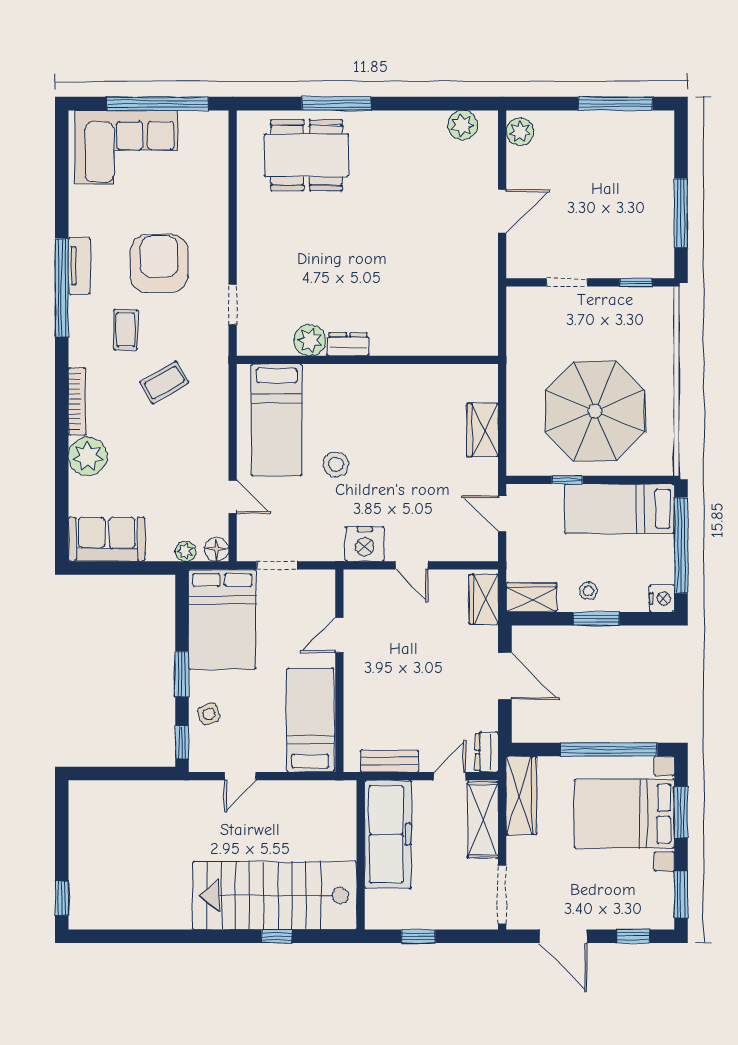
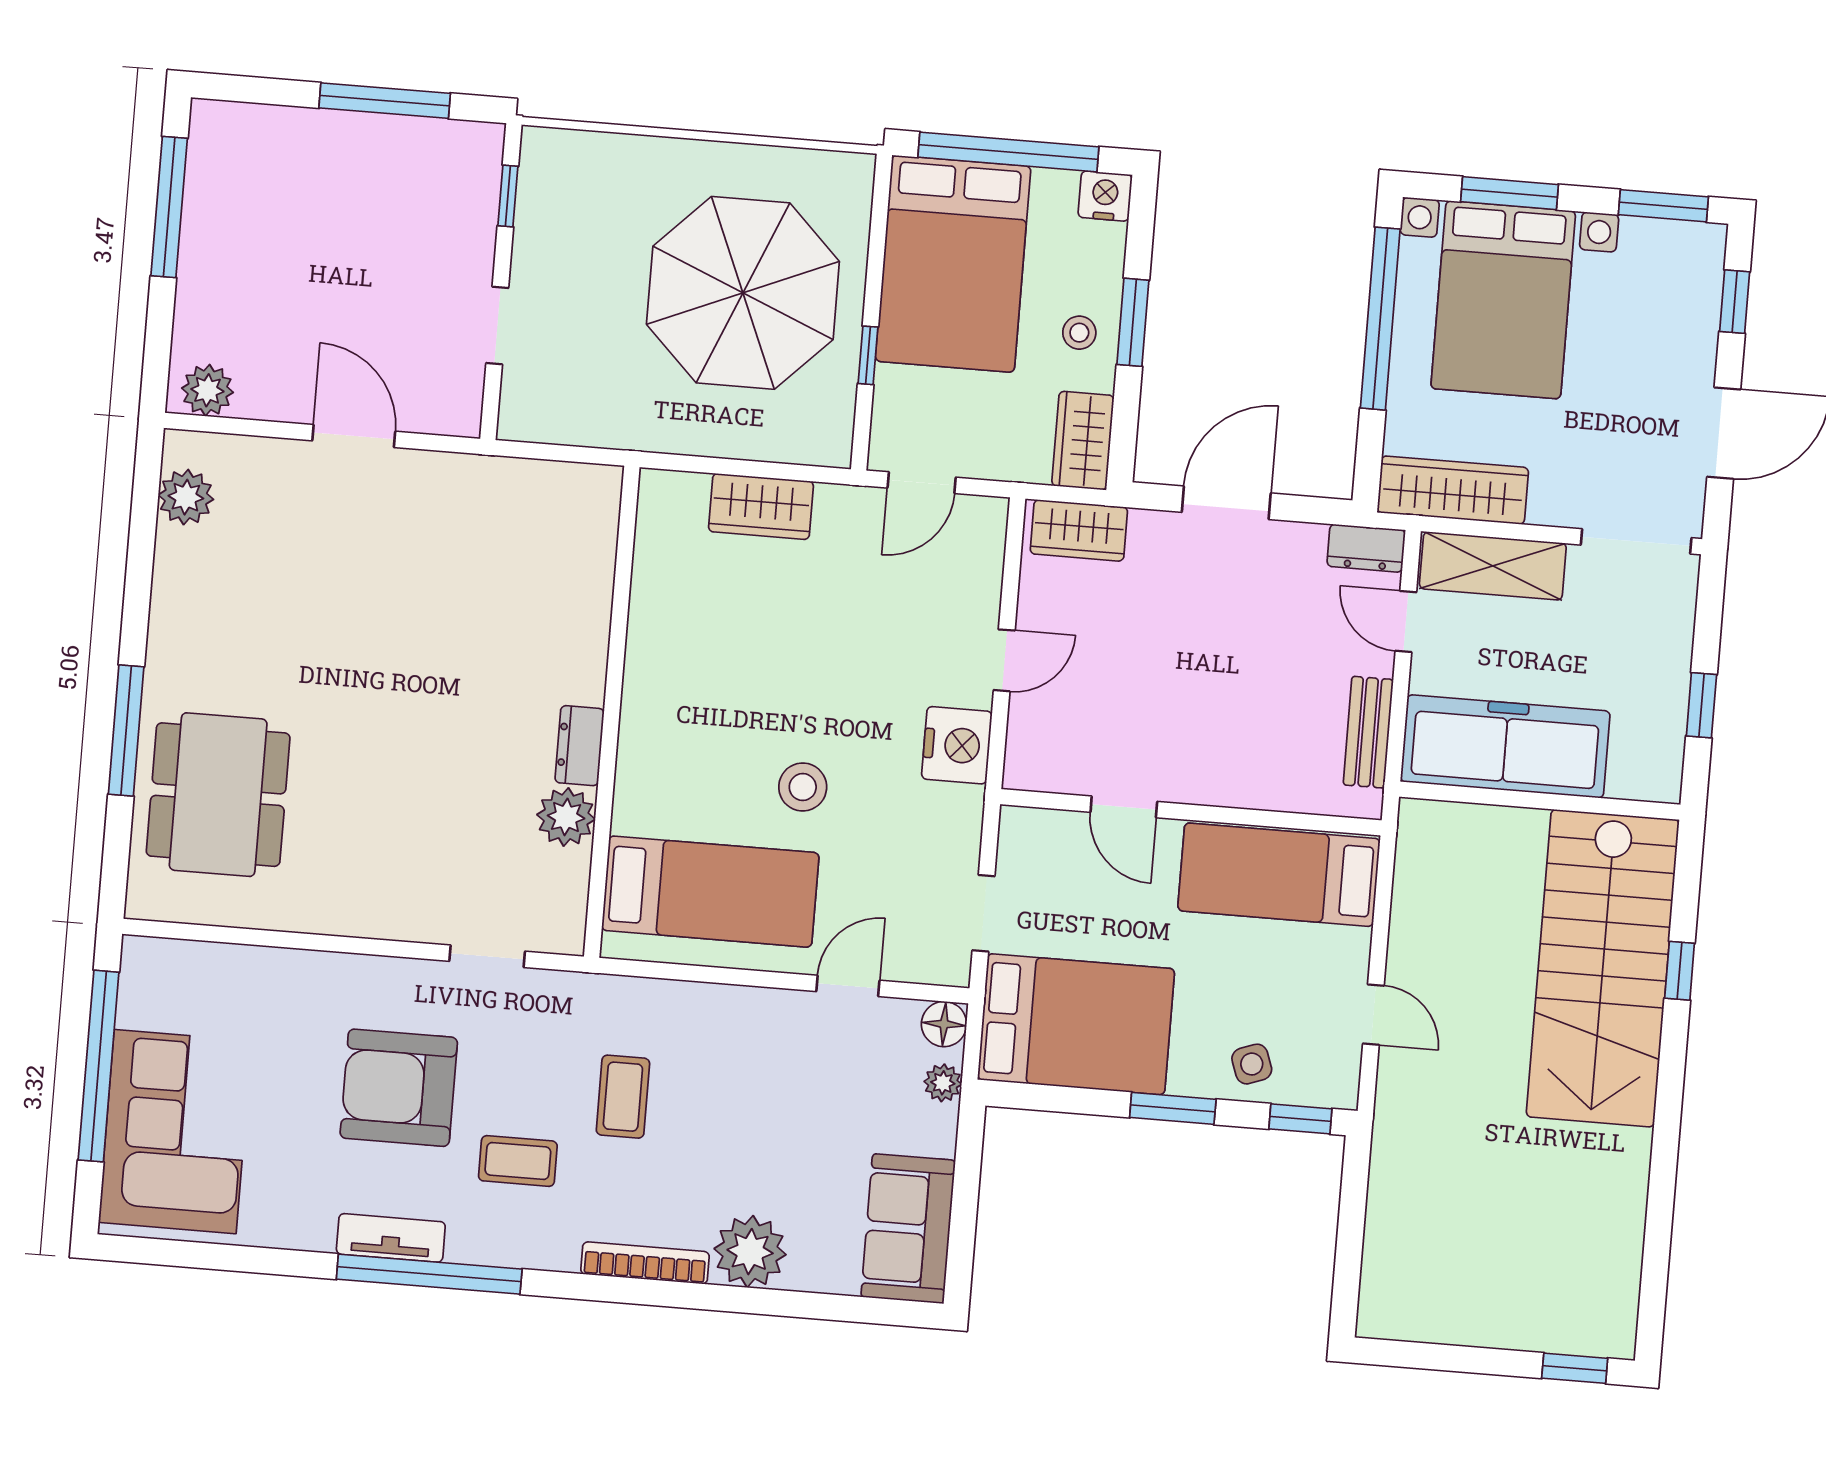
coffee table: (164, 383) -> (623, 1097), turned 30
bed: (619, 509) -> (953, 264), width x1.50

